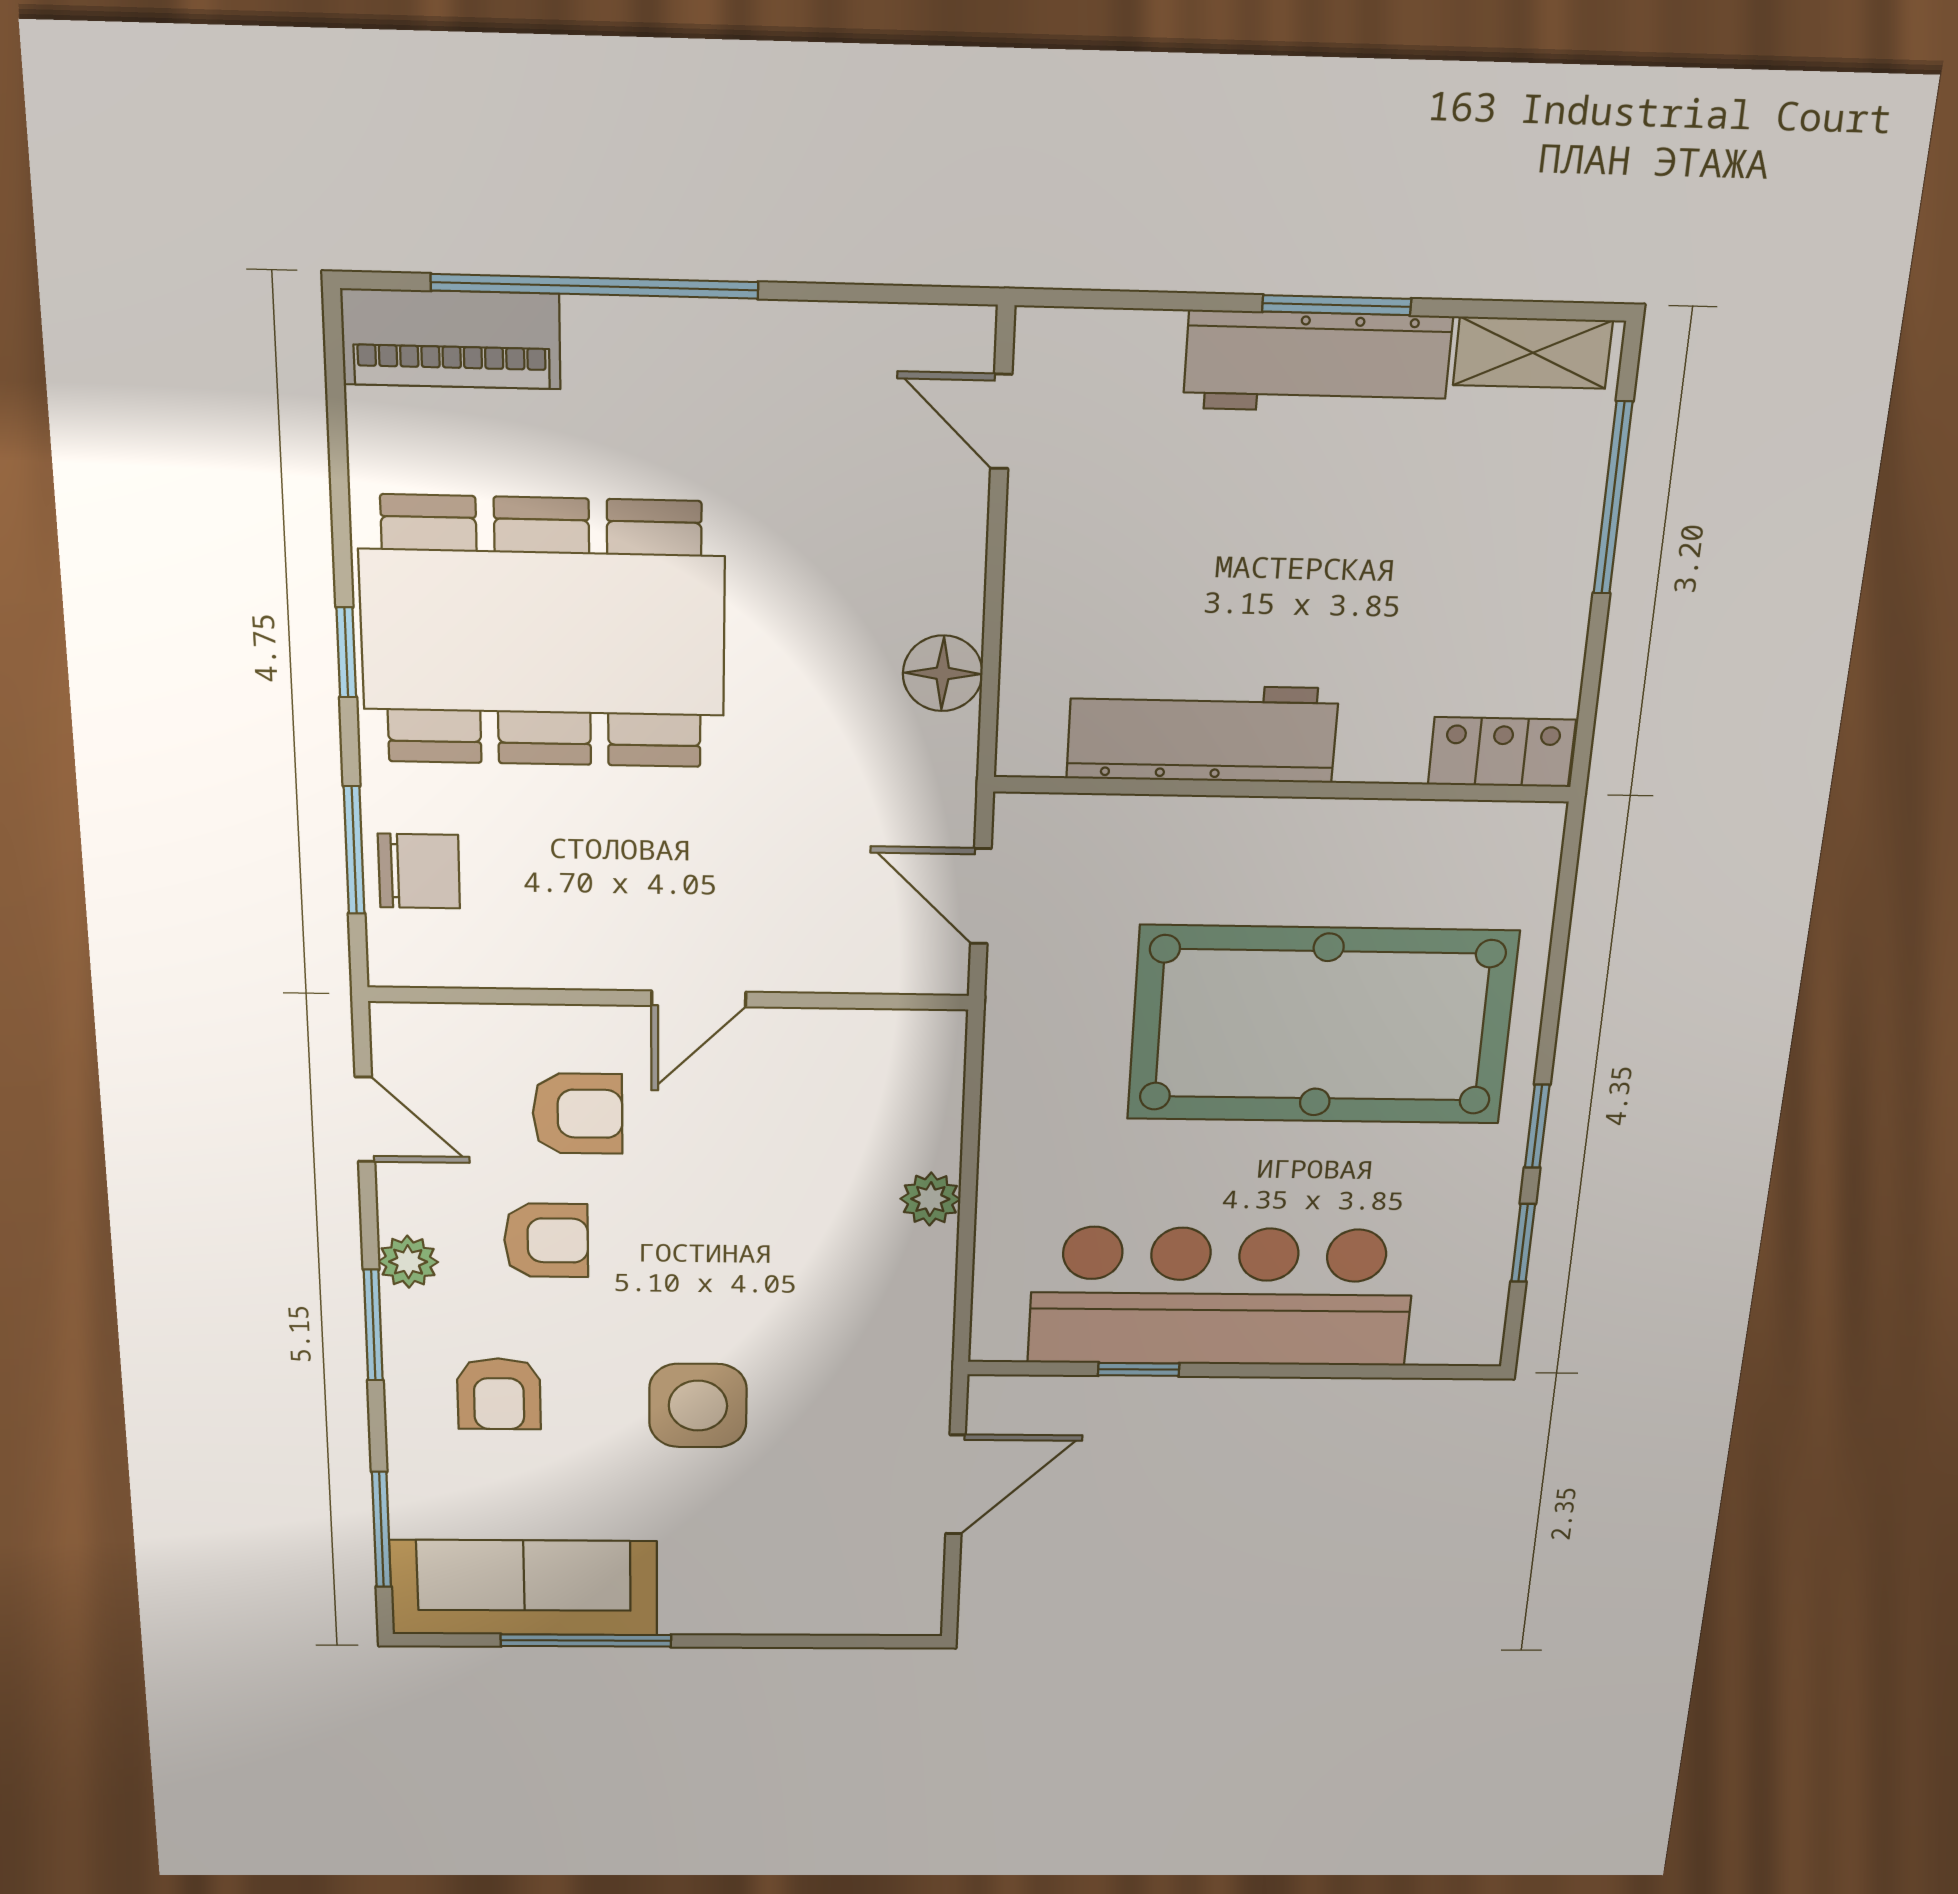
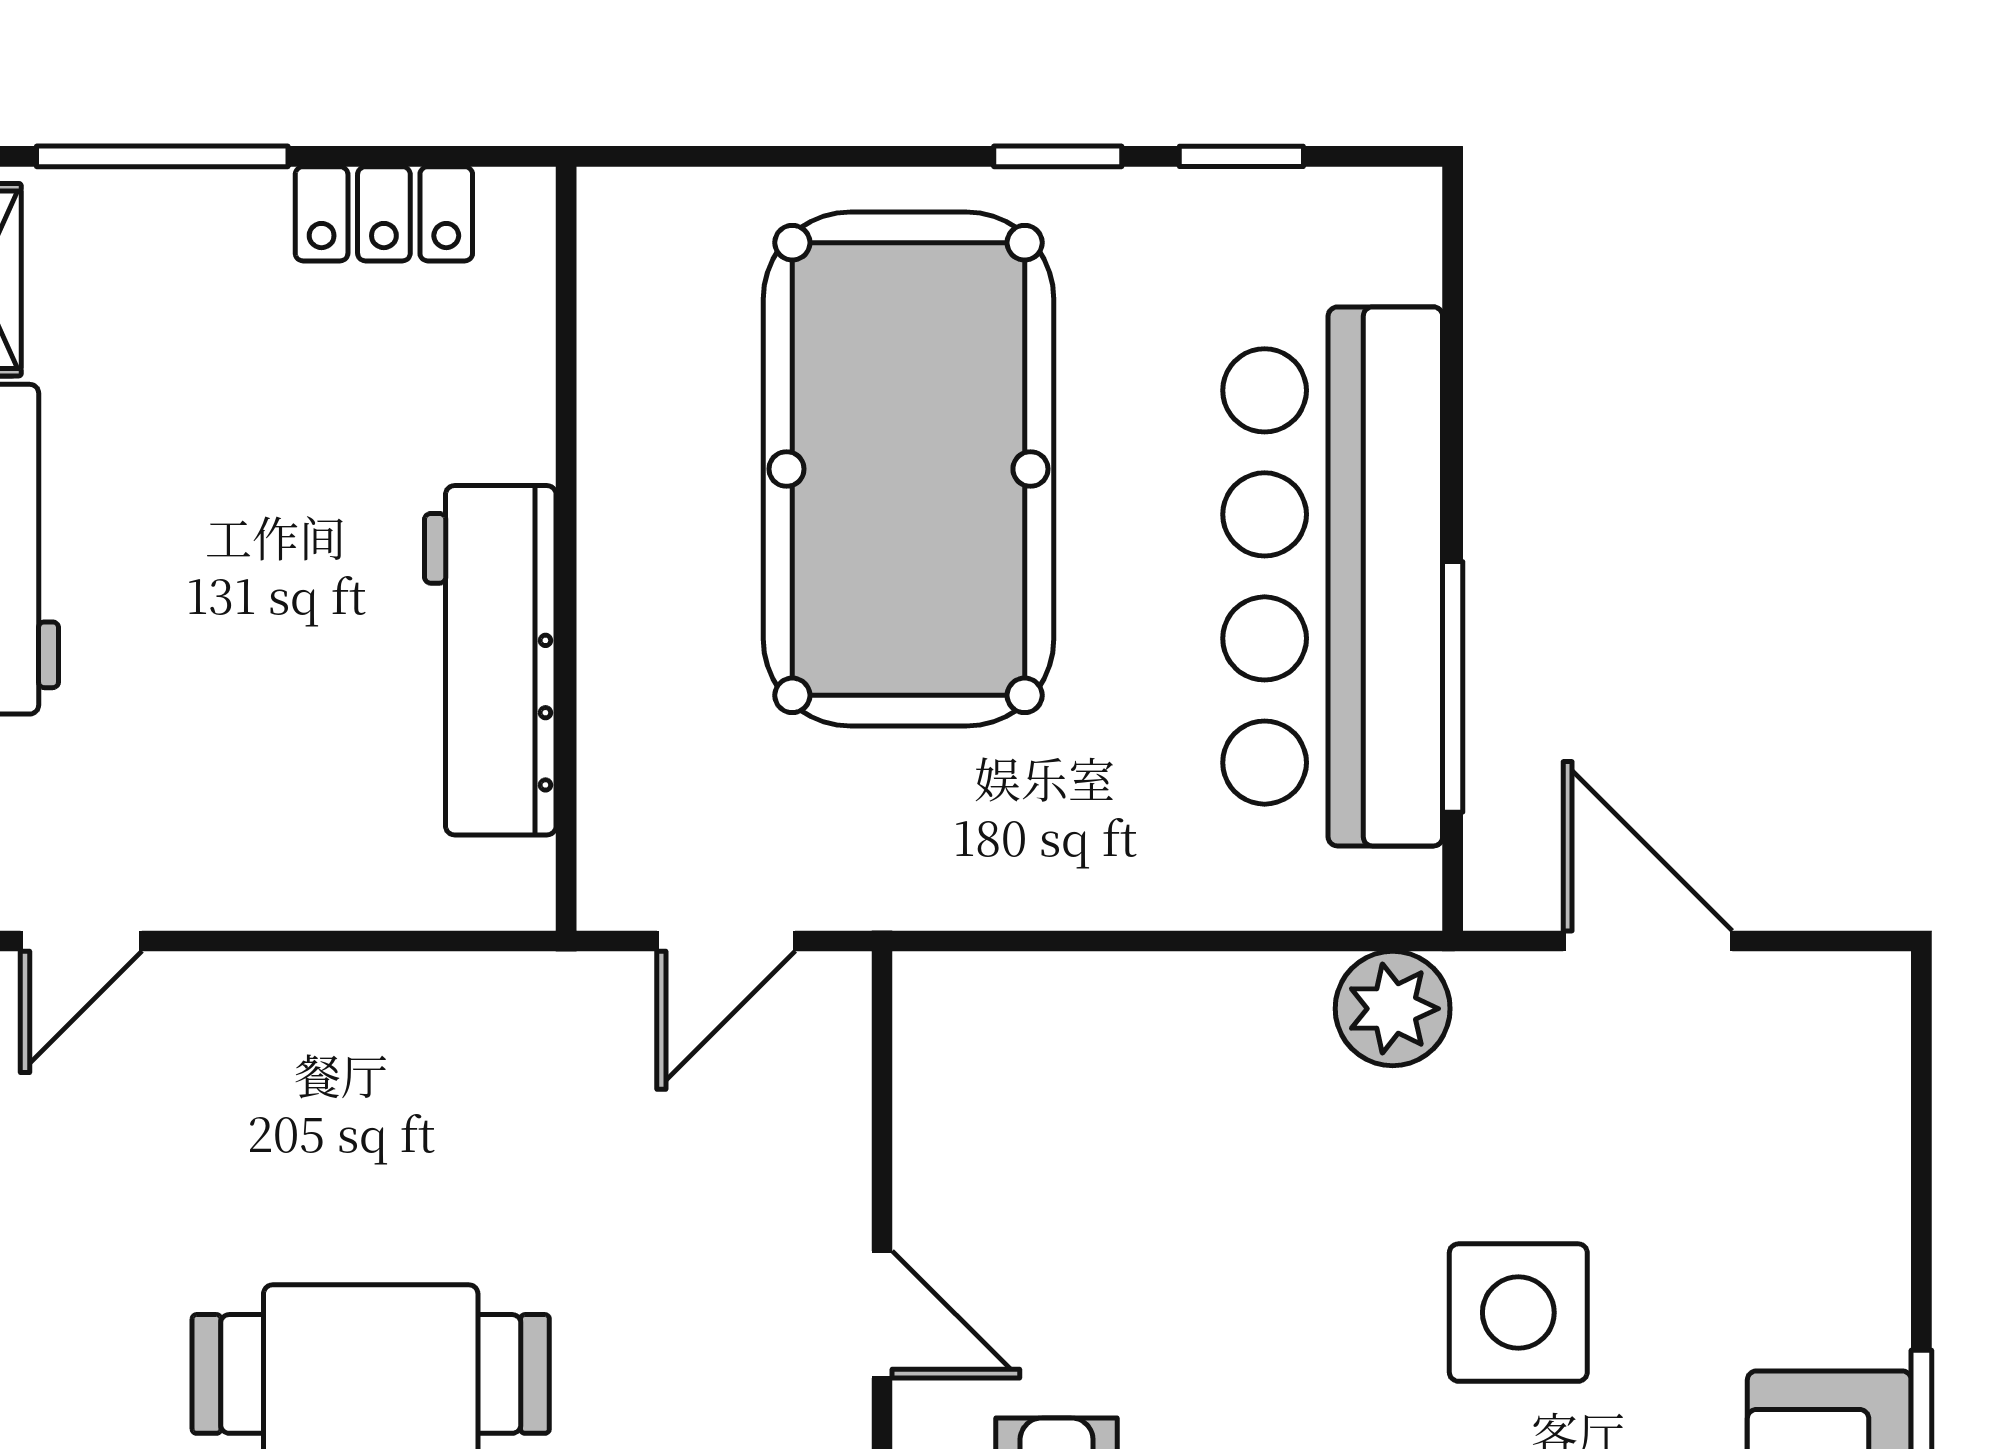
floor lamp: (943, 673) -> (415, 1003), removed
locker: (1502, 752) -> (384, 214), moved, turned -90
plant: (930, 1199) -> (1393, 1009), moved, width x1.38, depth x1.38
window: (1139, 1369) -> (1453, 687), width x2.17

